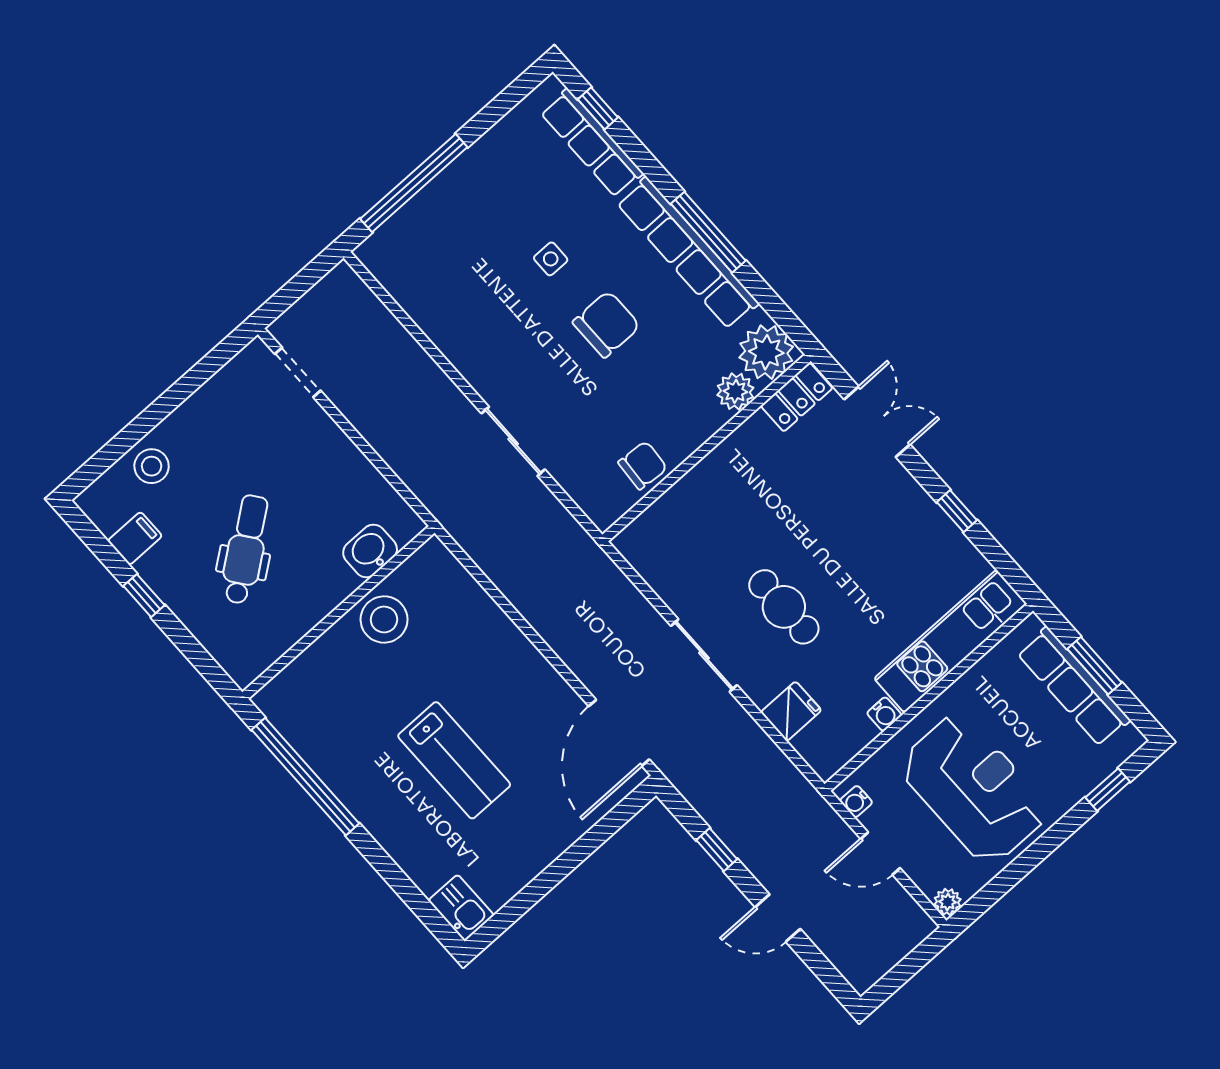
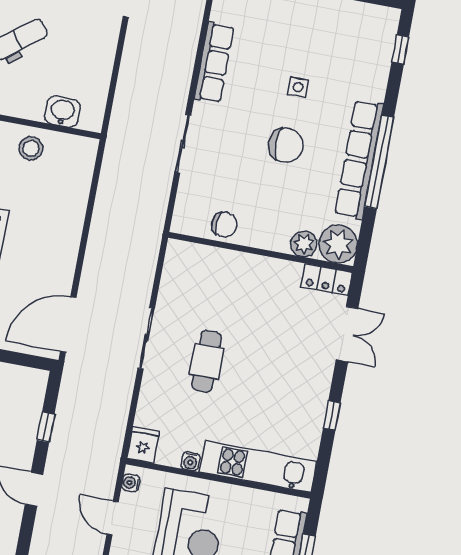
row of seats: (592, 143) -> (214, 62), moved, turned 180
window: (708, 232) -> (379, 162), width x1.46
stool: (384, 619) -> (31, 148), width x0.73, depth x0.73
fridge: (791, 711) -> (143, 445), moved, turned -90

